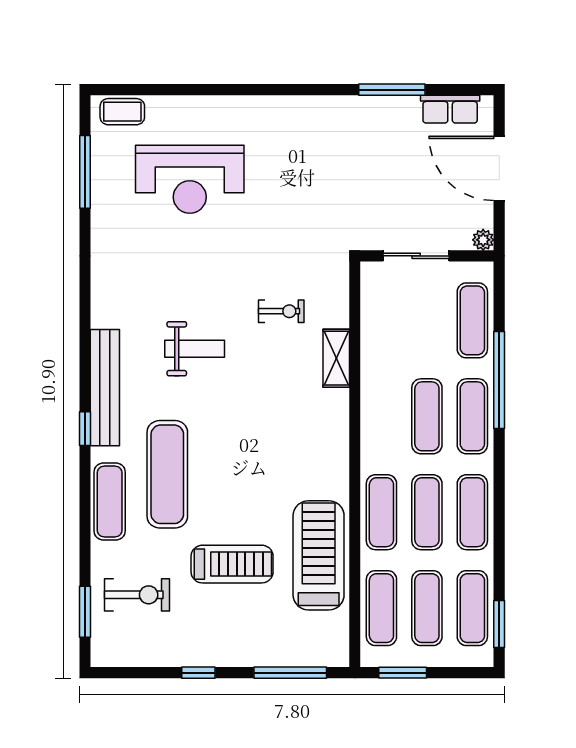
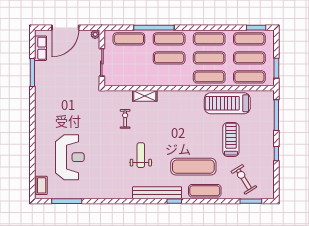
exercise bike: (137, 595) -> (244, 179), turned -32

